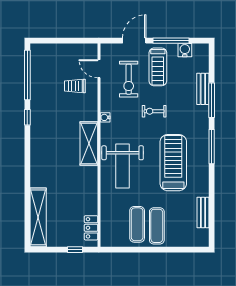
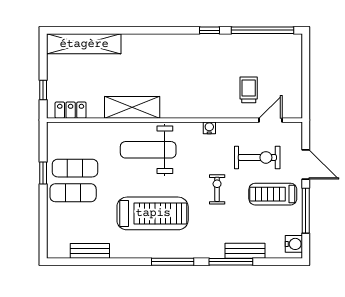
water cooler: (185, 50) -> (294, 244), moved
exercise bike: (129, 79) -> (257, 157), turned 180
shelving: (89, 144) -> (132, 107), moved
window: (141, 250) -> (43, 173), added

